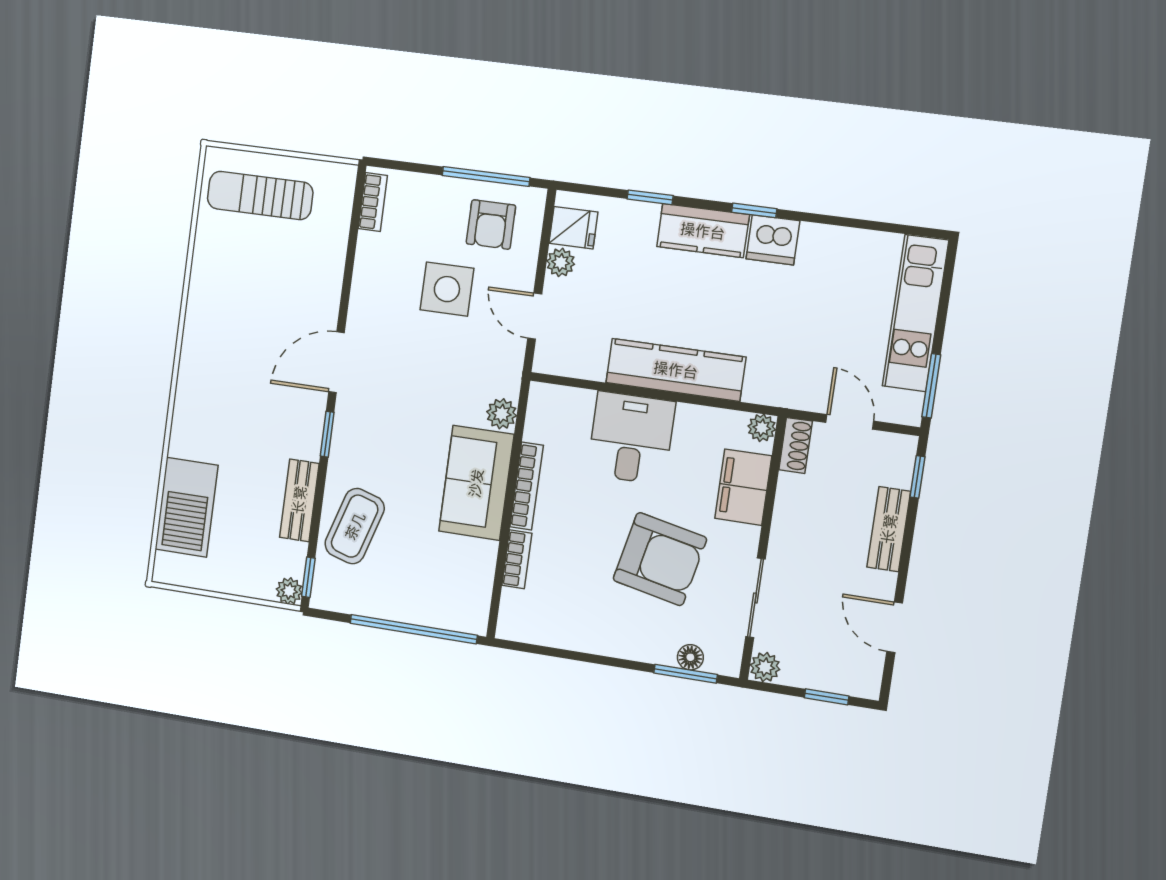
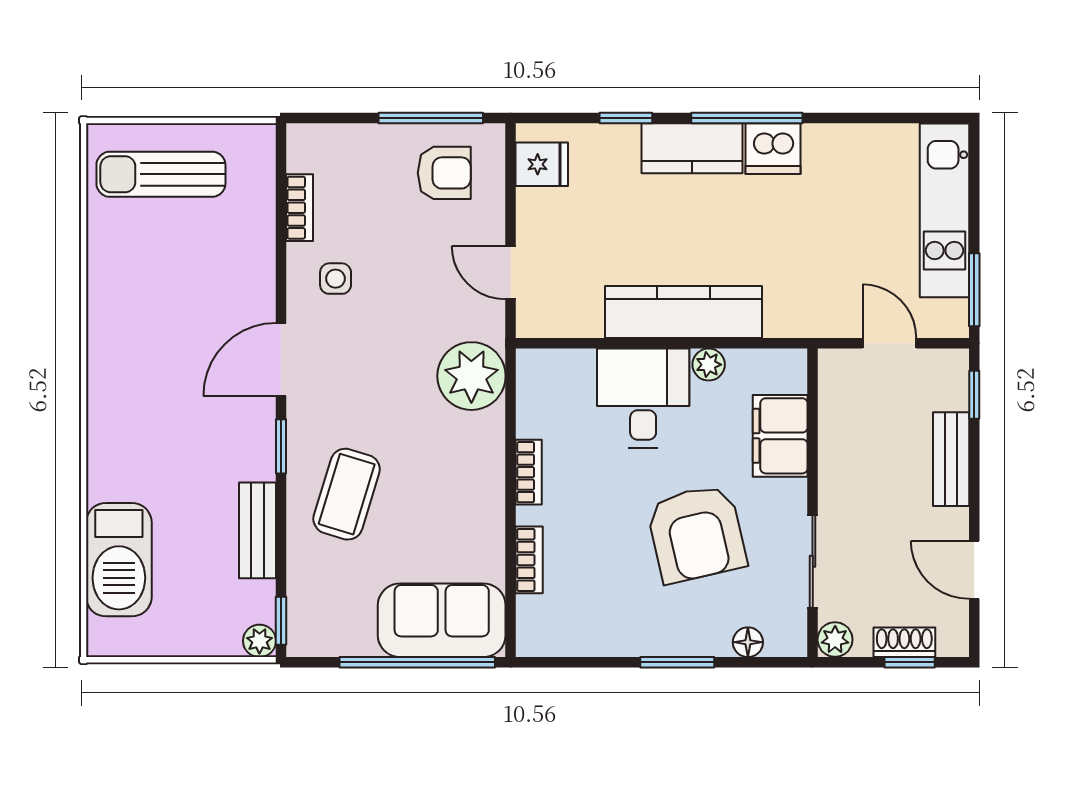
bookcase: (373, 202) -> (299, 208), moved
window: (754, 210) -> (747, 118), width x2.17
armchair: (491, 225) -> (444, 173), turned -90
plant: (561, 262) -> (532, 206), removed
side table: (447, 289) -> (336, 279), moved, width x0.54, depth x0.54
plant: (502, 414) -> (471, 376), width x1.88, depth x1.88
plant: (762, 428) -> (709, 365), moved
shoe rack: (796, 445) -> (904, 642), moved, turned -90
sofa: (476, 483) -> (442, 620), moved, turned 90
bookcase: (527, 486) -> (529, 472), width x0.64
coffee table: (355, 526) -> (347, 494), moved
armchair: (660, 559) -> (696, 534), turned 65
window: (686, 674) -> (677, 662), moved

